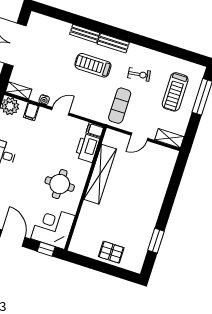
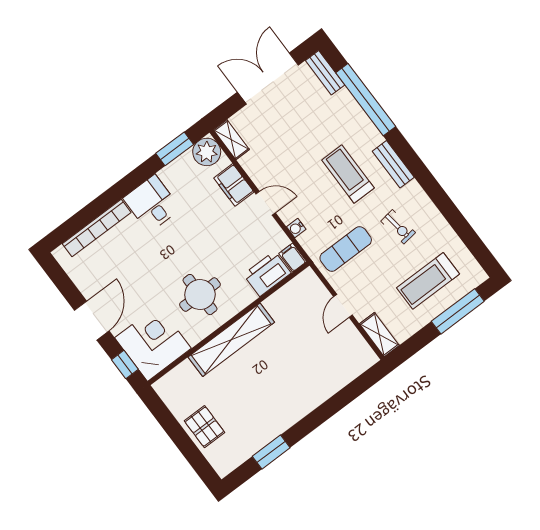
window: (75, 19) -> (366, 100), added
bench: (85, 34) -> (325, 73), moved
water cooler: (44, 100) -> (296, 228), moved
filing cabinet: (31, 112) -> (234, 185), width x2.00
door: (139, 137) -> (343, 306), hinge flipped
shelving: (100, 174) -> (231, 340), moved

